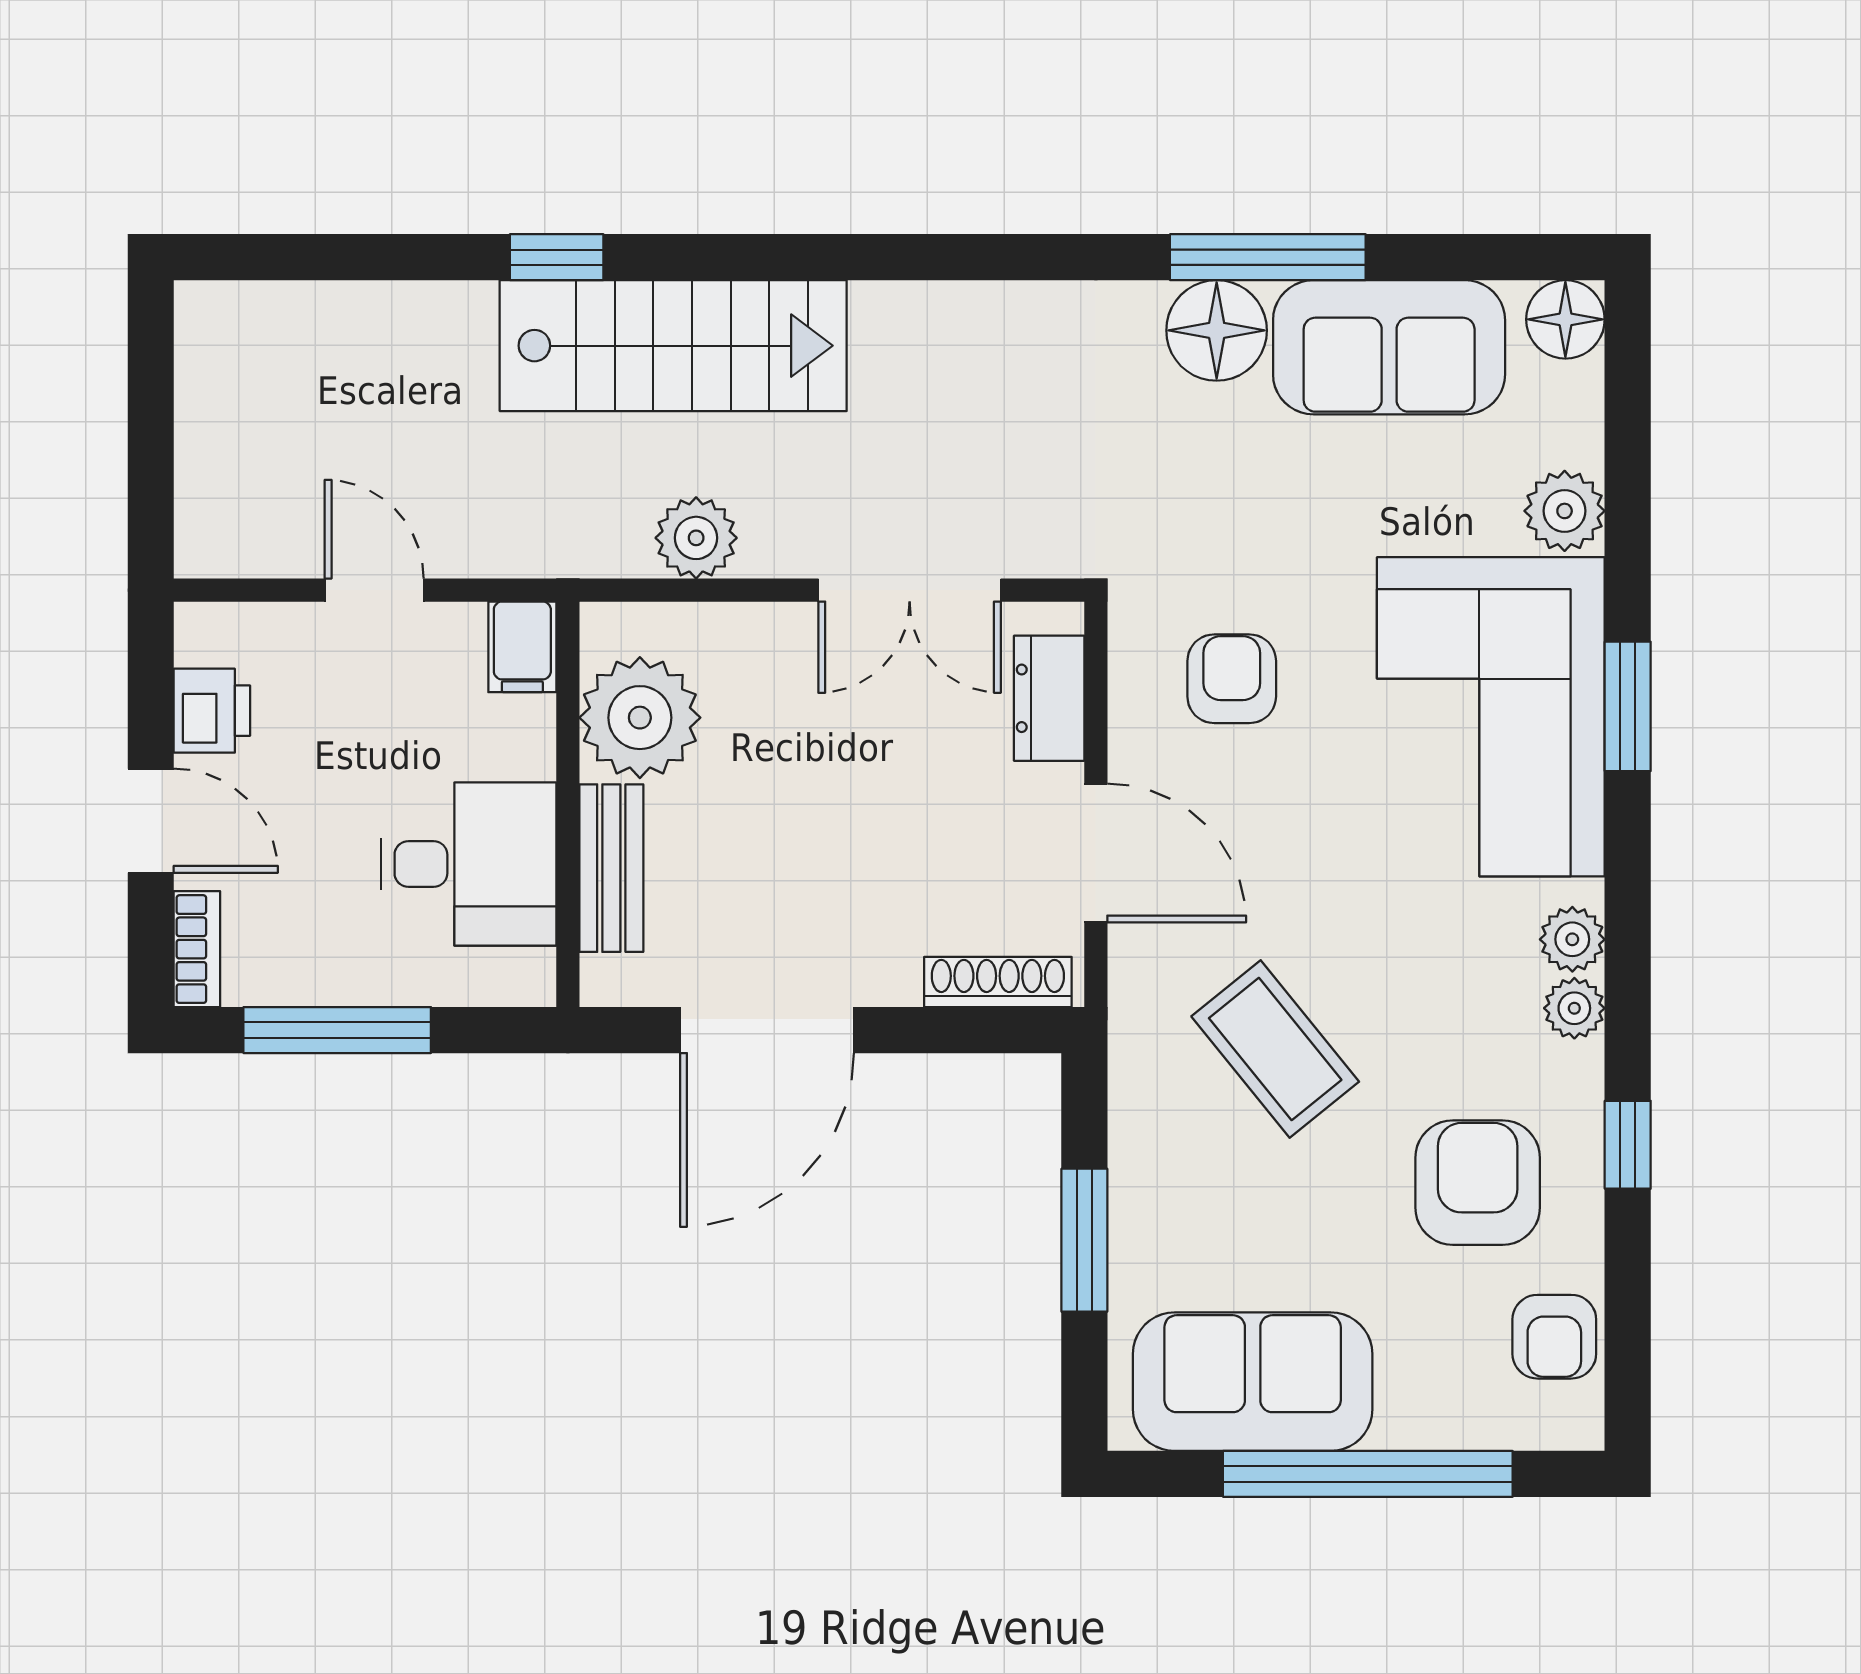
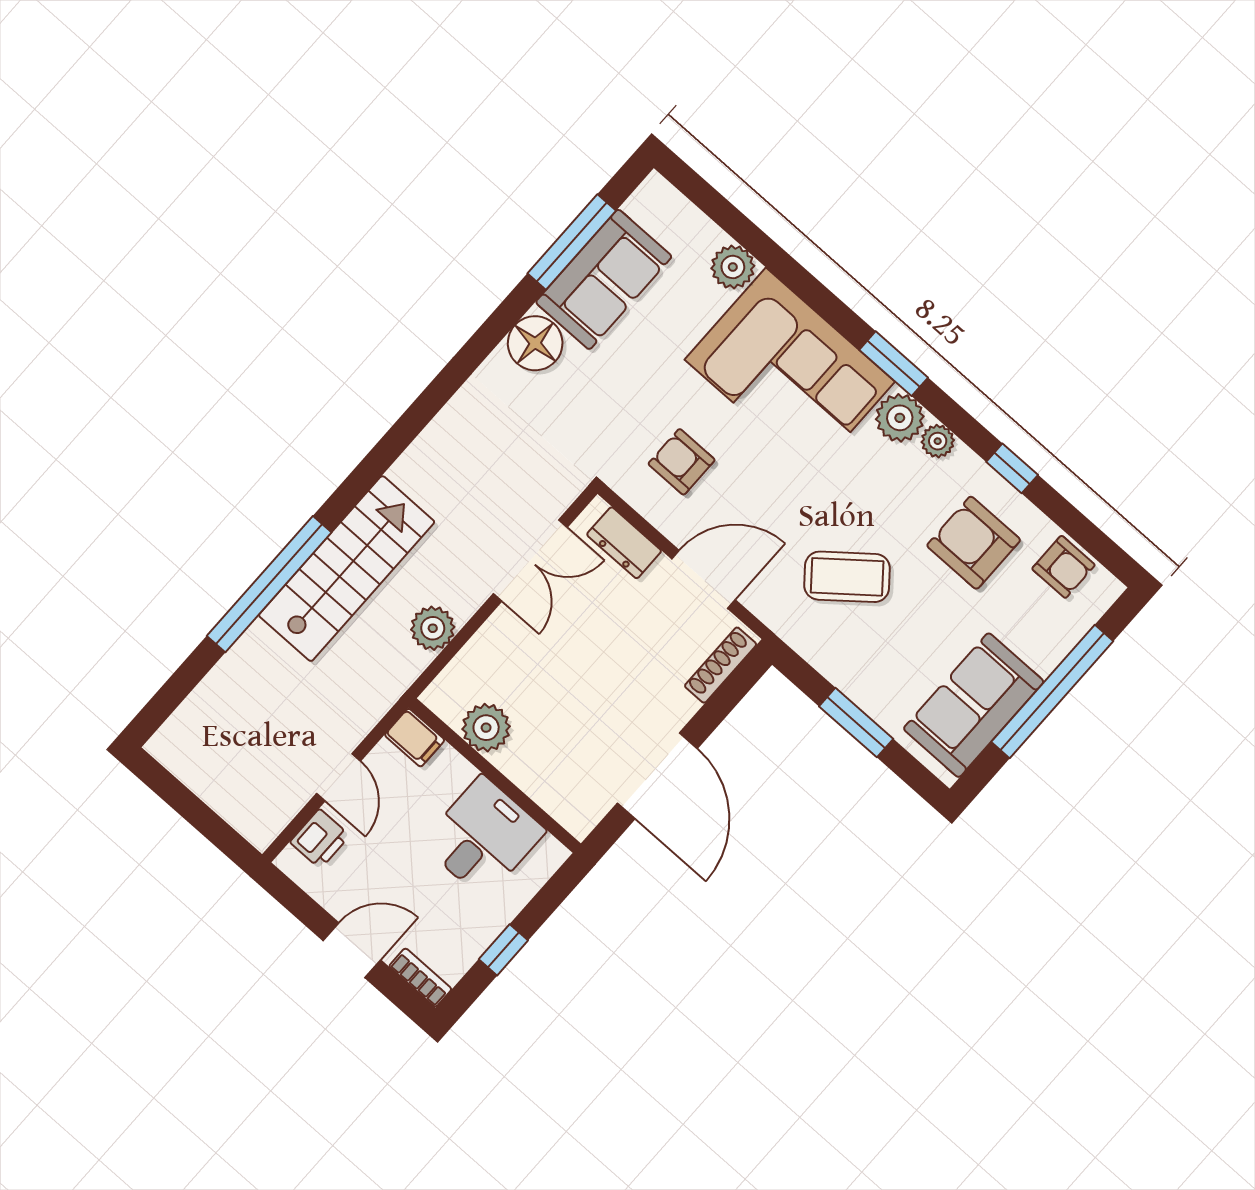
window: (557, 257) -> (269, 584), width x3.17
window: (1268, 257) -> (572, 242), moved
floor lamp: (1565, 319) -> (656, 198), removed
door: (374, 590) -> (338, 777), swing flipped
window: (1628, 706) -> (894, 364), moved
printer: (212, 711) -> (320, 839), moved, turned 90
plant: (640, 718) -> (486, 728), width x0.73, depth x0.73
bench: (611, 868) -> (536, 781), removed
plant: (1572, 939) -> (900, 418), width x1.38, depth x1.38
window: (337, 1030) -> (503, 950), width x0.46

